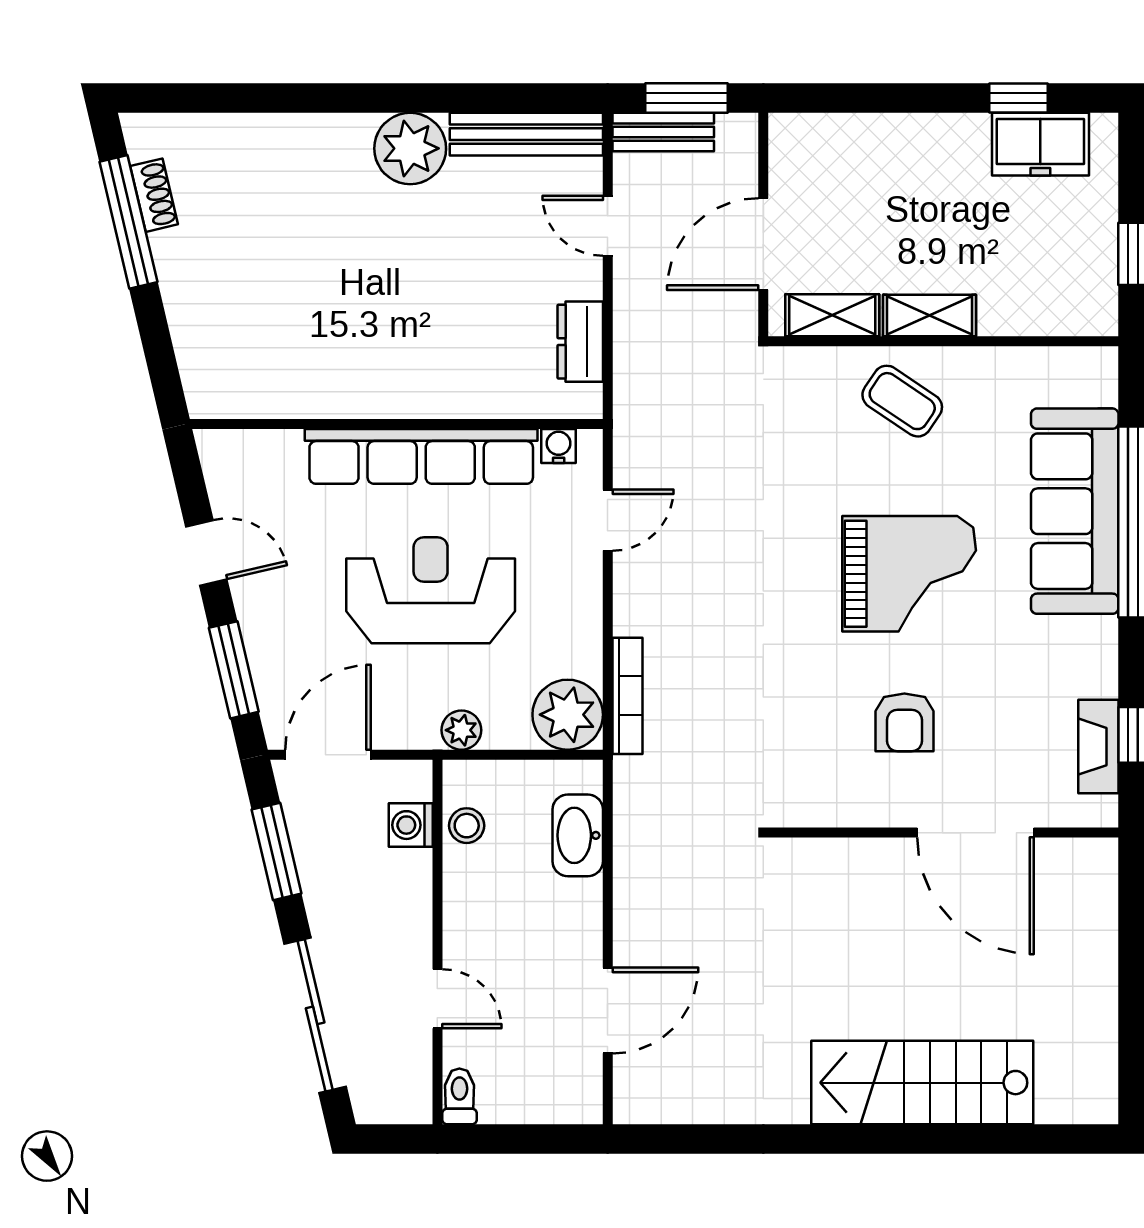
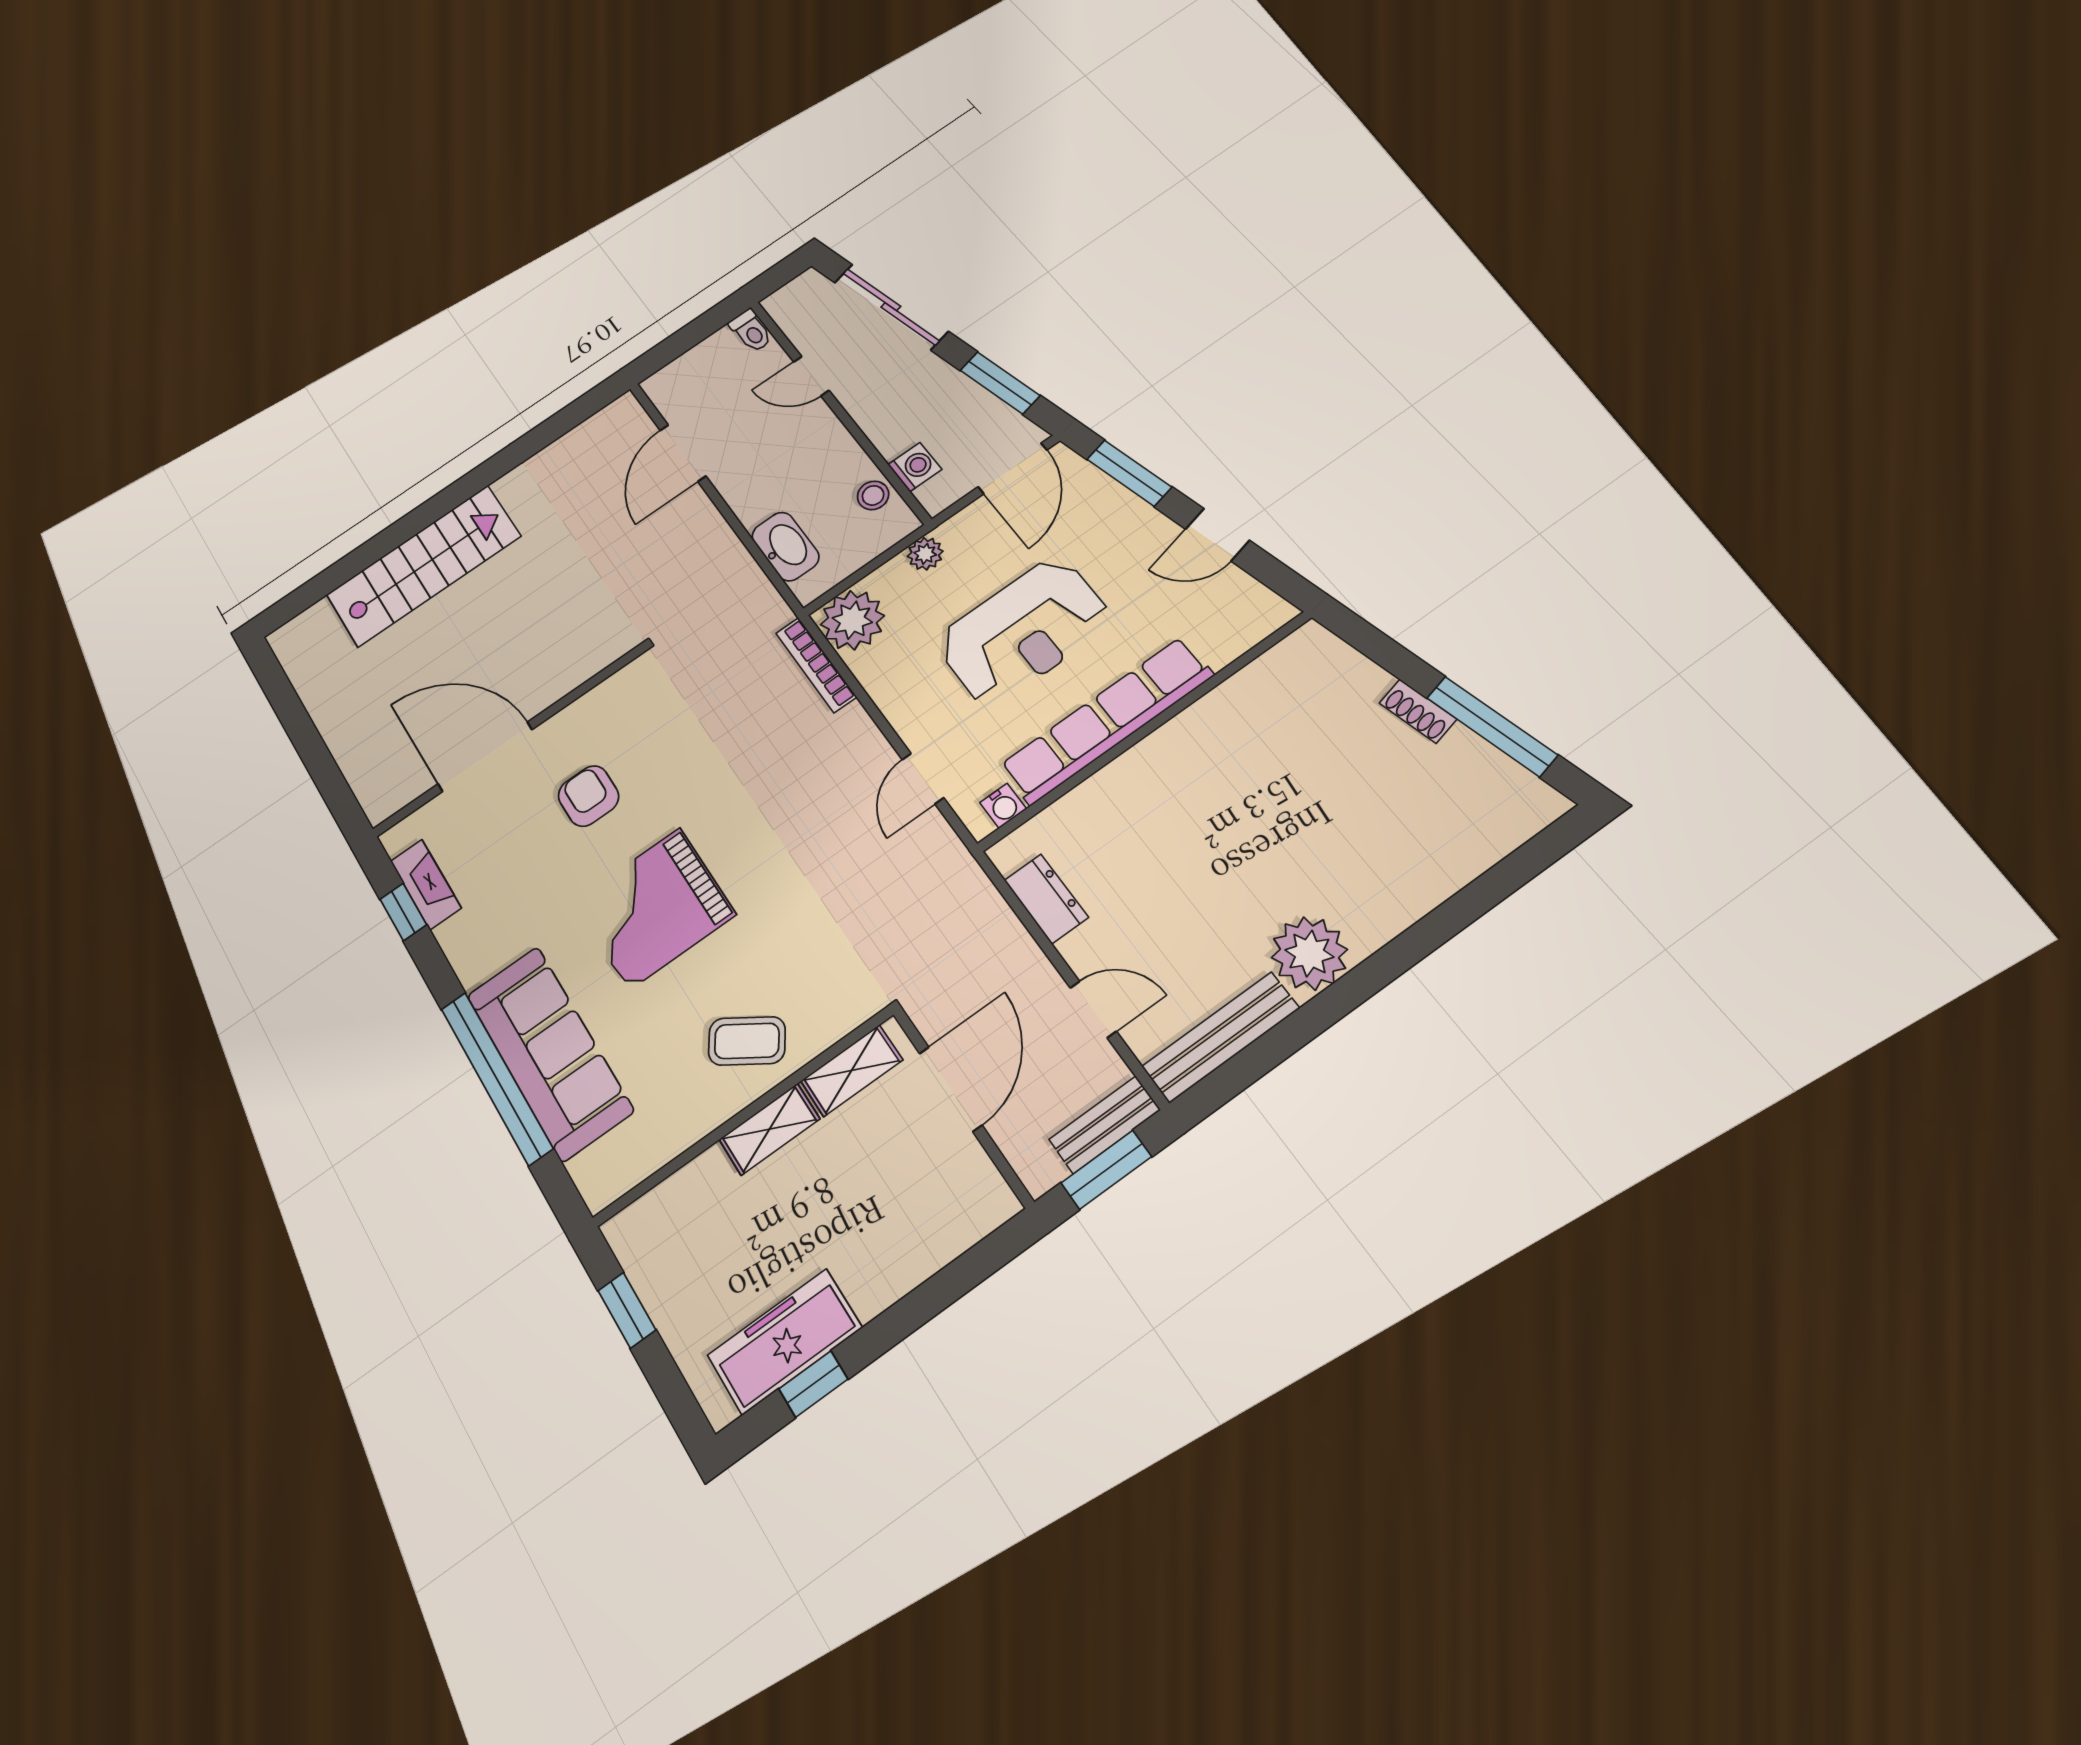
freezer: (1040, 144) -> (785, 1341), width x1.40
shoe rack: (154, 195) -> (1418, 711), moved

